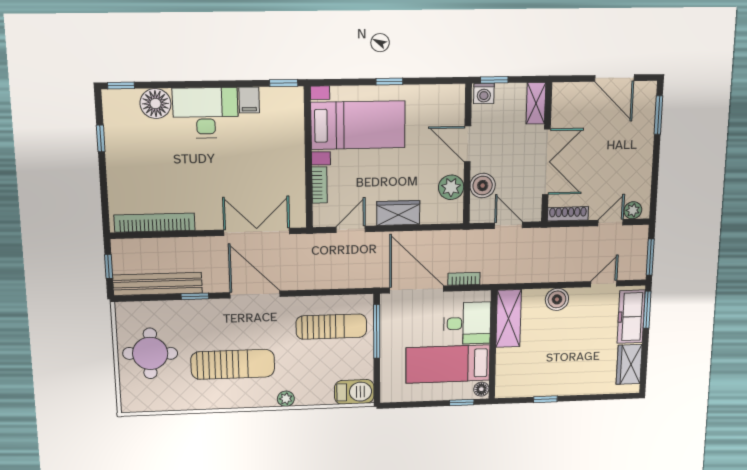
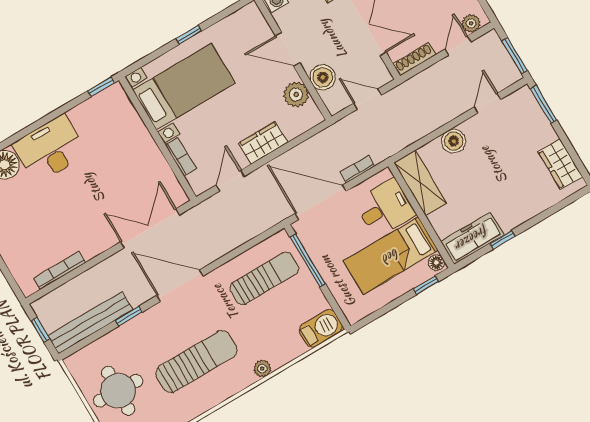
filing cabinet: (249, 100) -> (80, 118), removed
bookcase: (155, 223) -> (60, 270), width x0.68, depth x0.76
freezer: (631, 317) -> (472, 238), moved, turned 90

